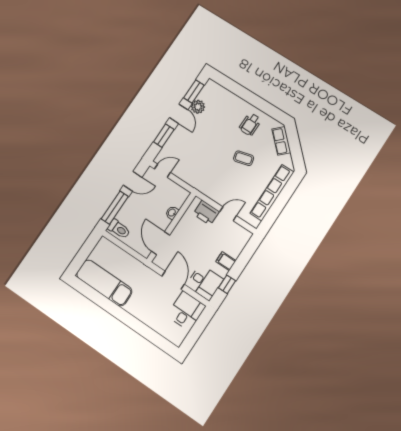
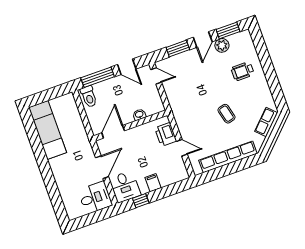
wheelchair: (250, 124) -> (243, 71), moved

